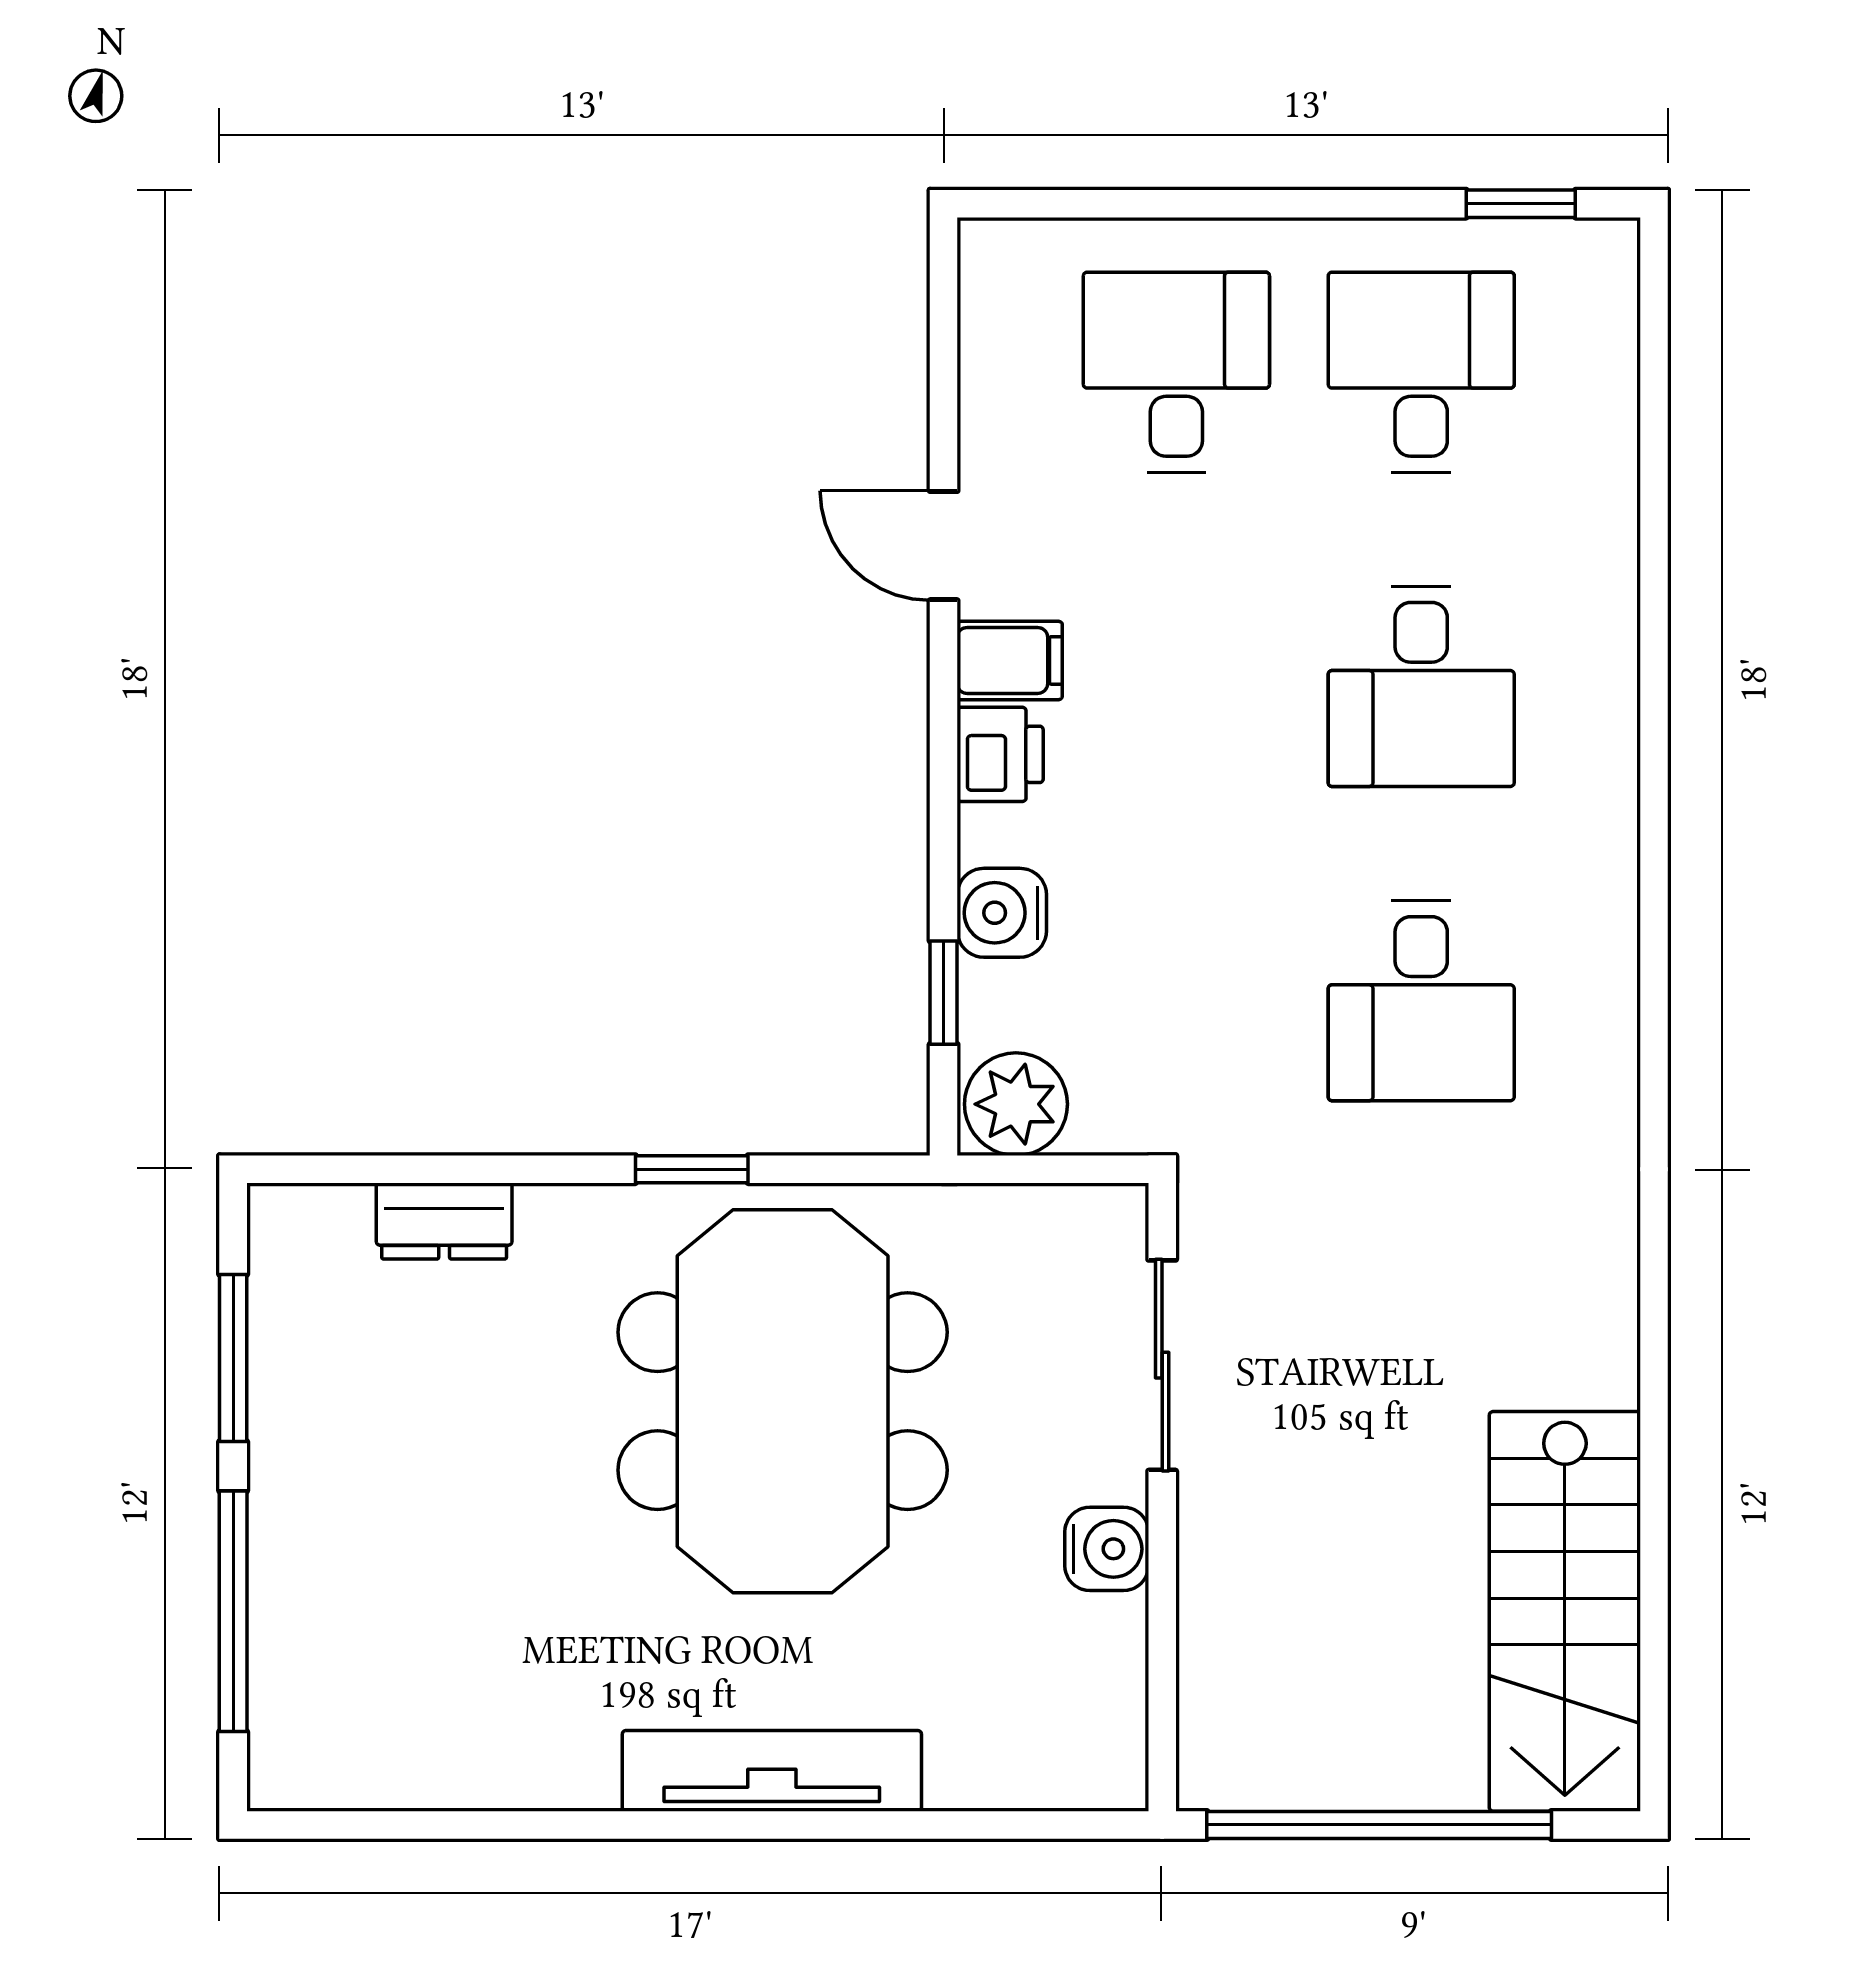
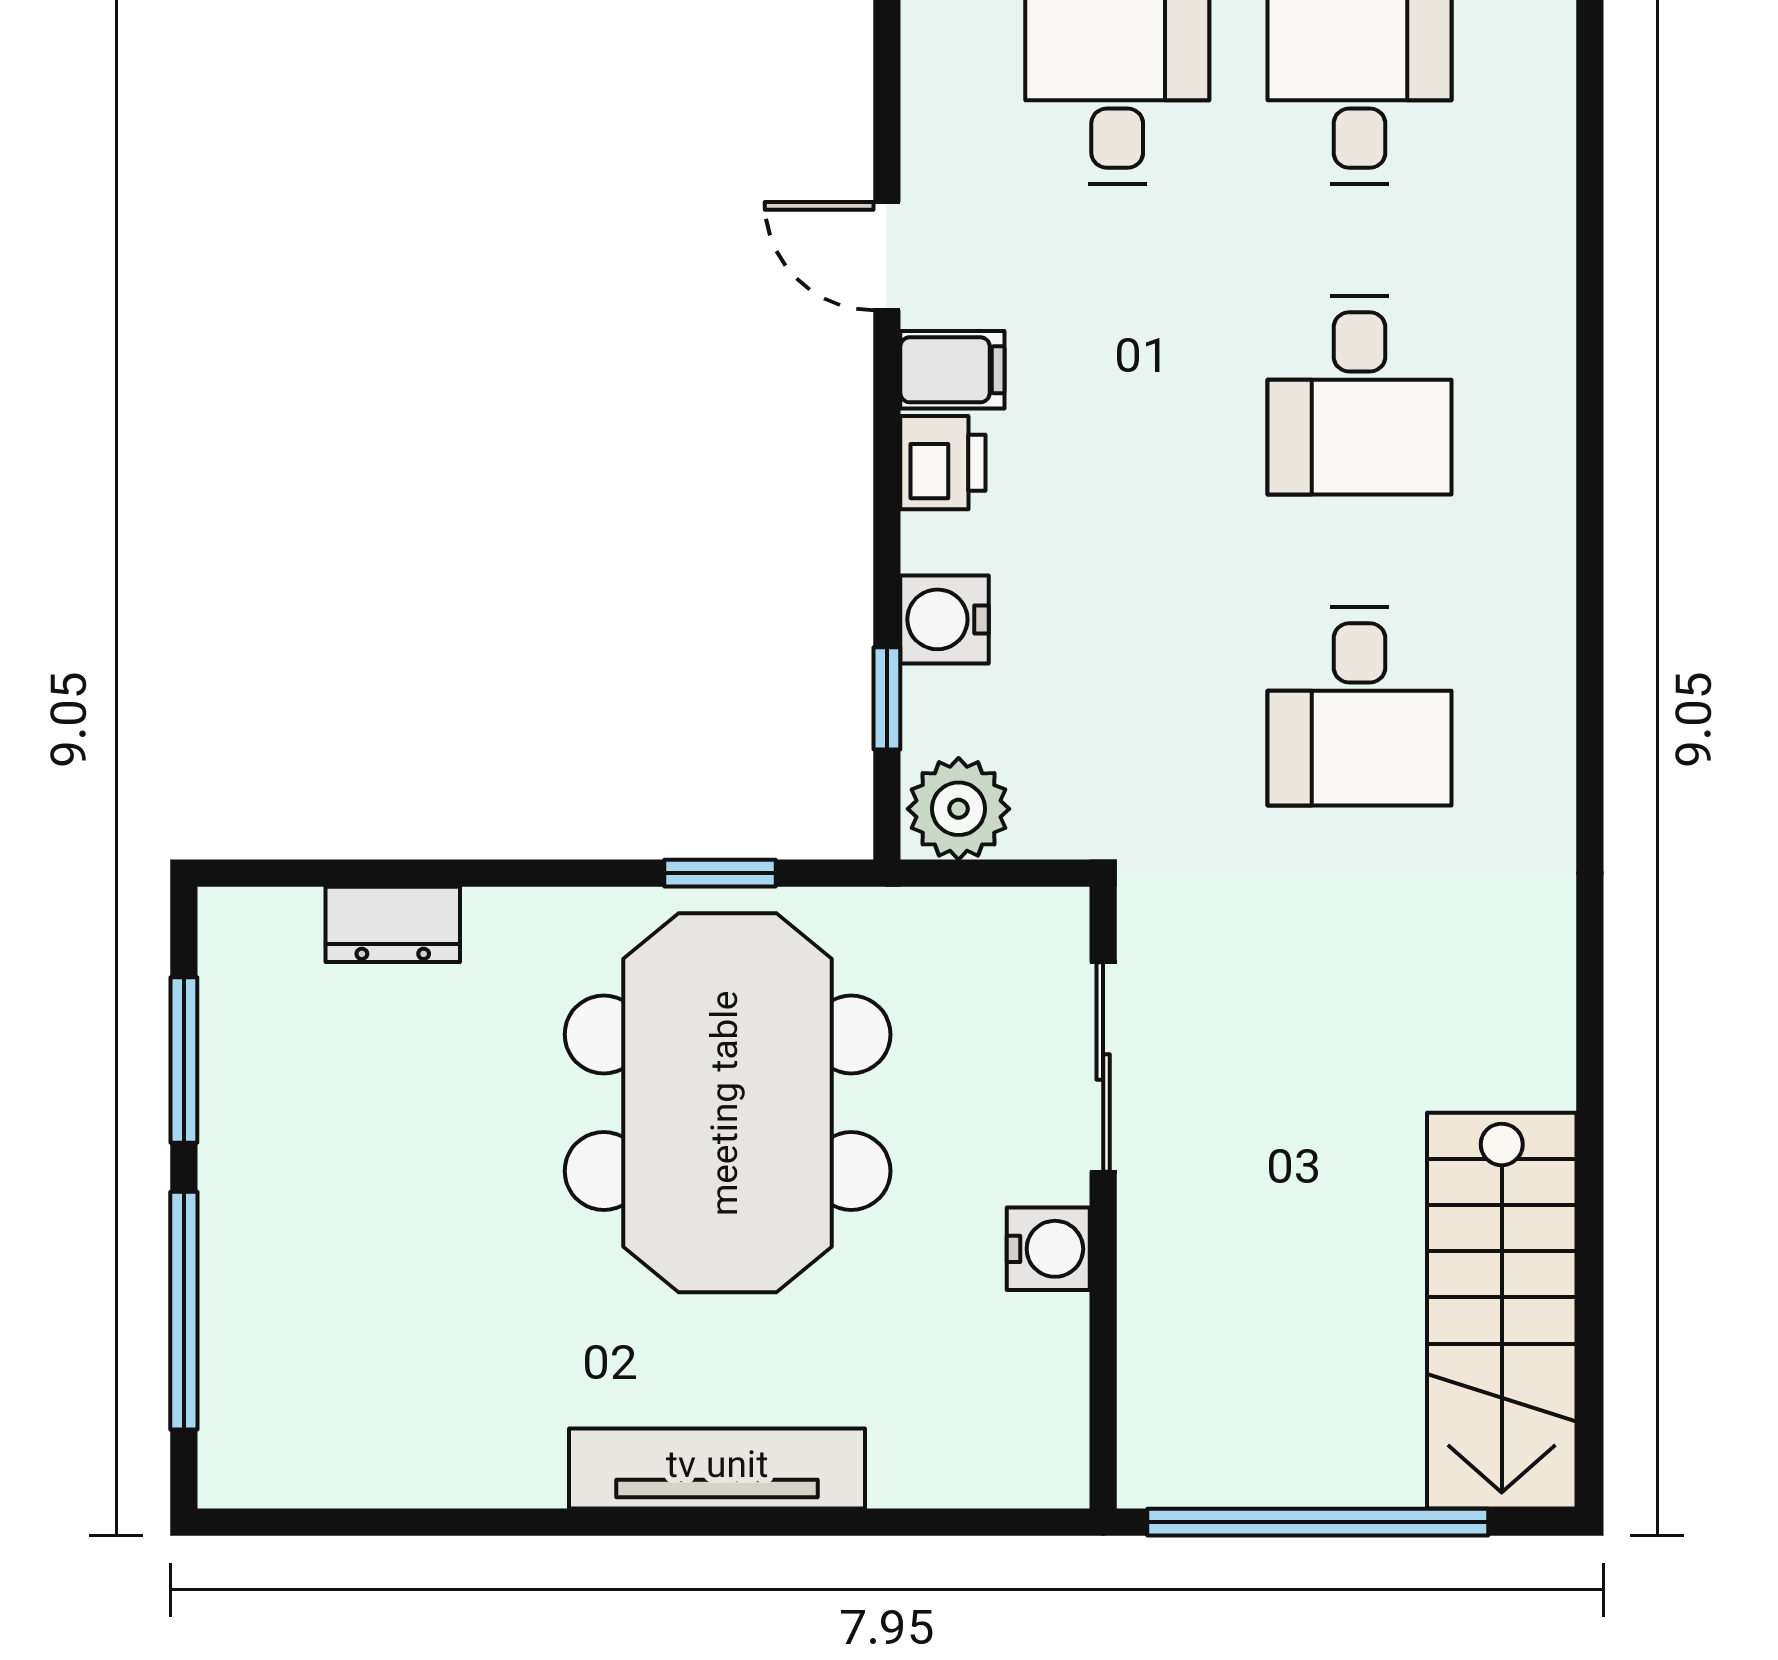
window: (692, 1169) -> (720, 873), moved

